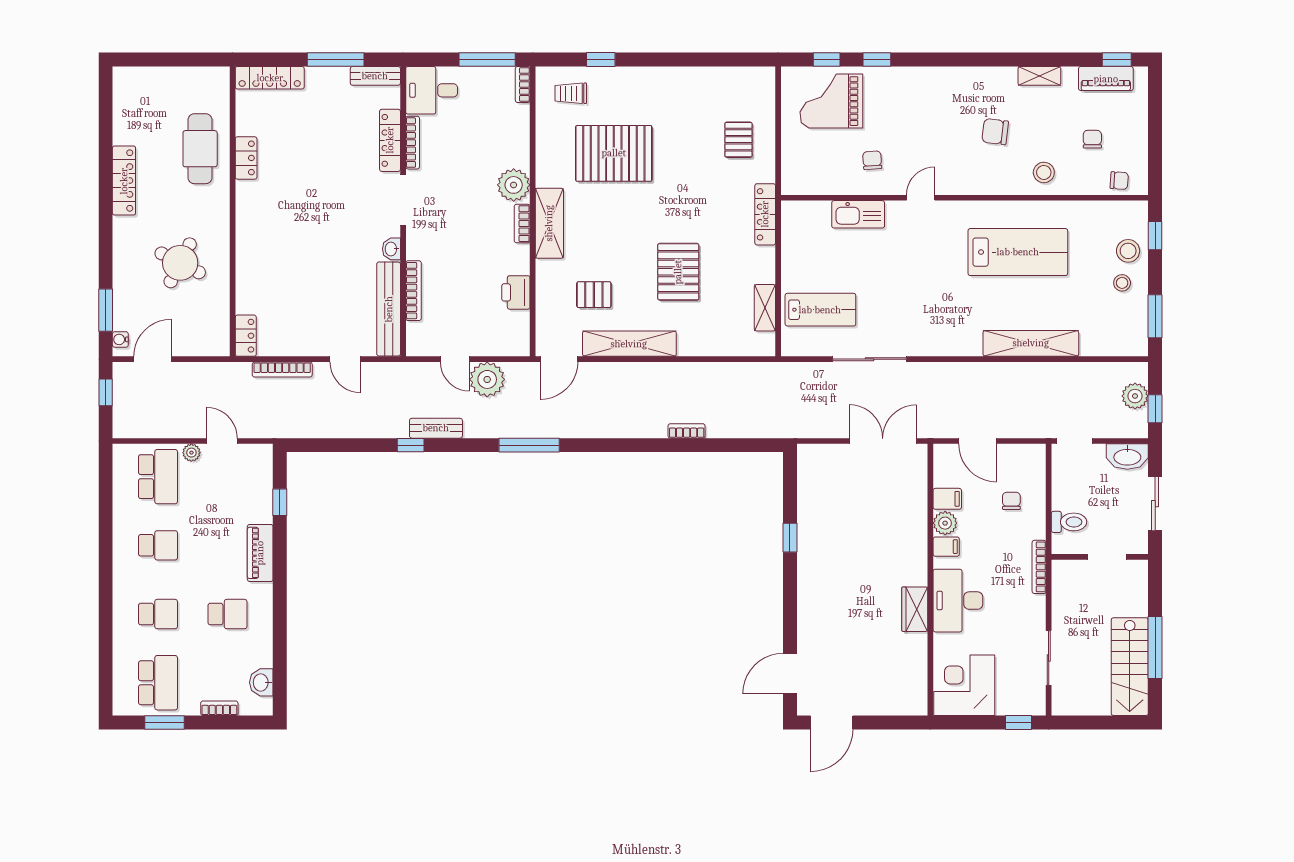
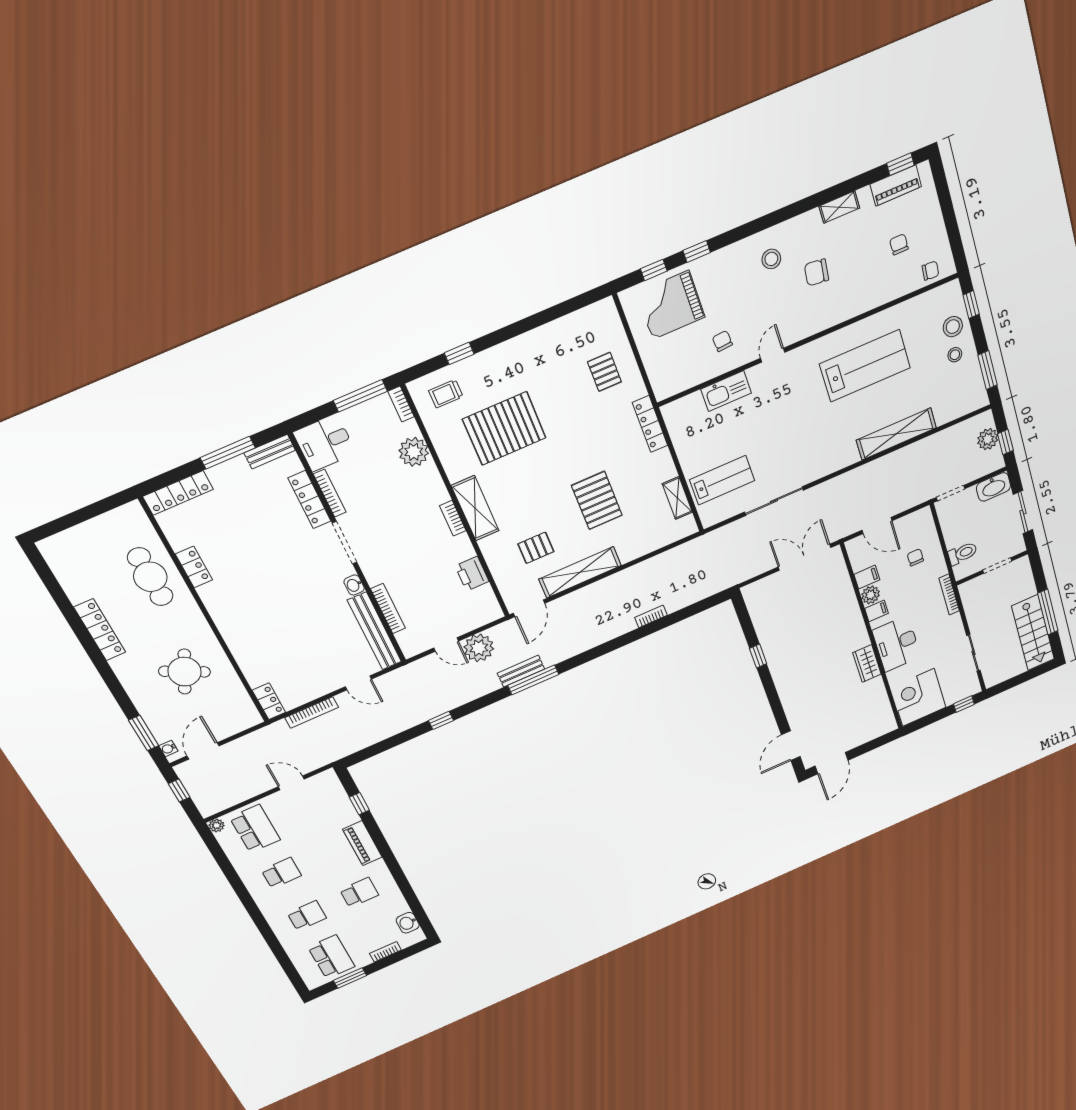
stool: (1044, 172) -> (771, 259), moved
plant: (514, 185) -> (414, 452), moved
bench: (436, 428) -> (521, 671), moved
plant: (191, 453) -> (217, 825), moved

